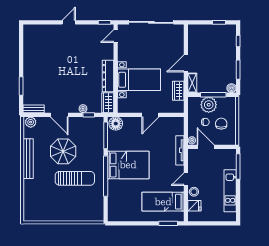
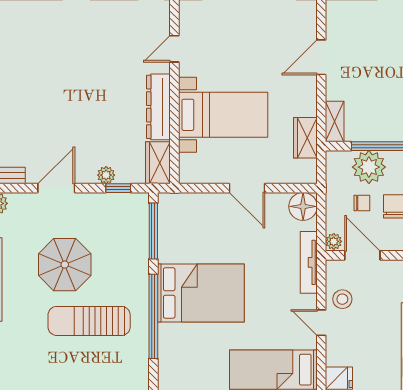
door: (116, 36) -> (174, 49), moved
door: (186, 63) -> (321, 57), moved
door: (59, 115) -> (56, 188), swing flipped
door: (150, 115) -> (247, 188), hinge flipped
floor lamp: (116, 124) -> (303, 206), moved
sun lounger: (75, 178) -> (89, 321), turned 180
door: (186, 179) -> (321, 323), hinge flipped
stool: (194, 192) -> (342, 299), moved

